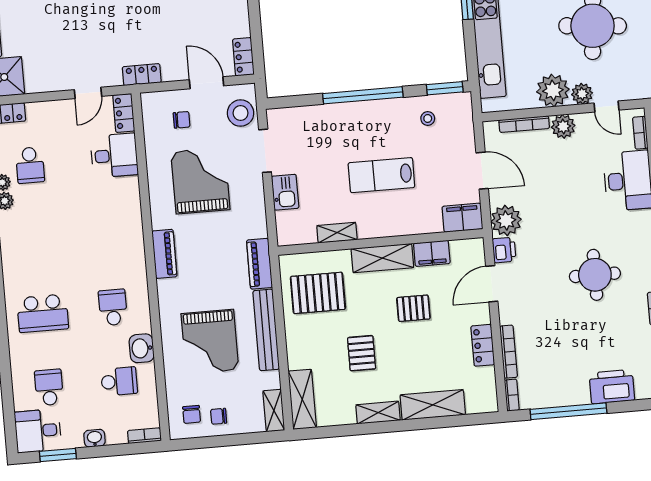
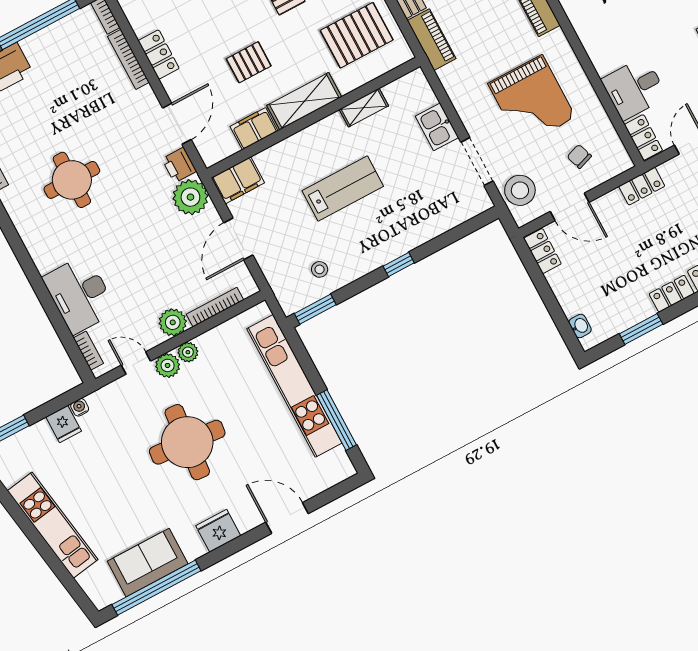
plant: (553, 90) -> (188, 352), width x0.53, depth x0.53
window: (363, 95) -> (399, 265), width x0.32
chair: (182, 120) -> (579, 156), turned 71
door: (482, 171) -> (238, 239), hinge flipped

